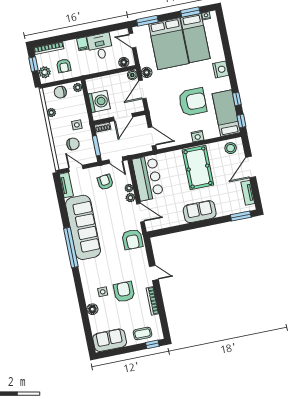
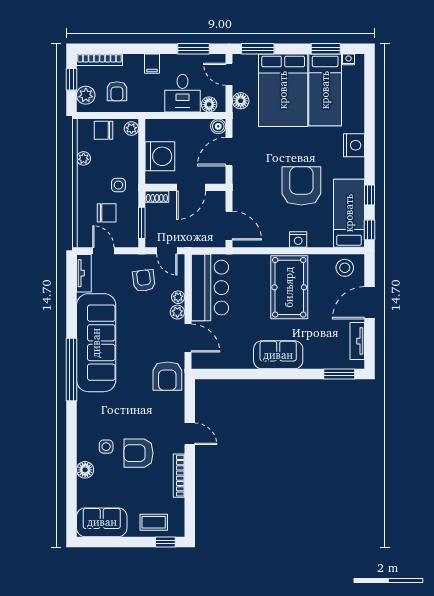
window: (107, 29) -> (193, 49), added
desk: (100, 46) -> (182, 93), moved, turned 180
floor lamp: (147, 72) -> (241, 101), moved
armchair: (193, 102) -> (301, 186), turned -90
armchair: (124, 292) -> (139, 453), turned -90

